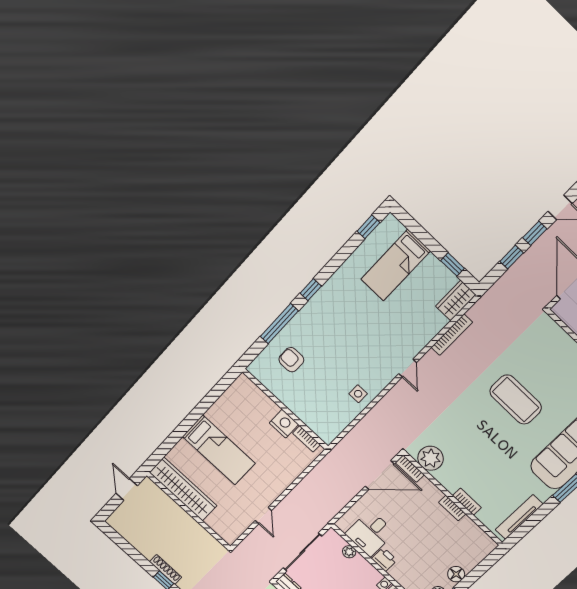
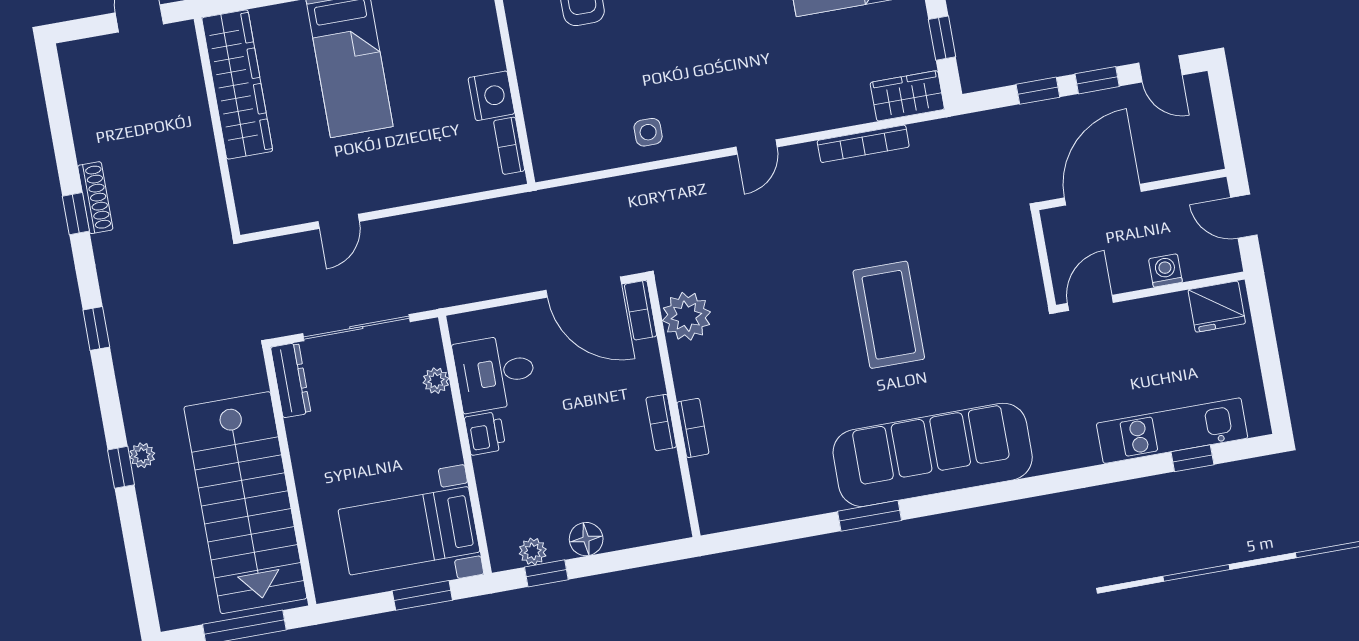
tv unit: (519, 517) -> (759, 511), removed

